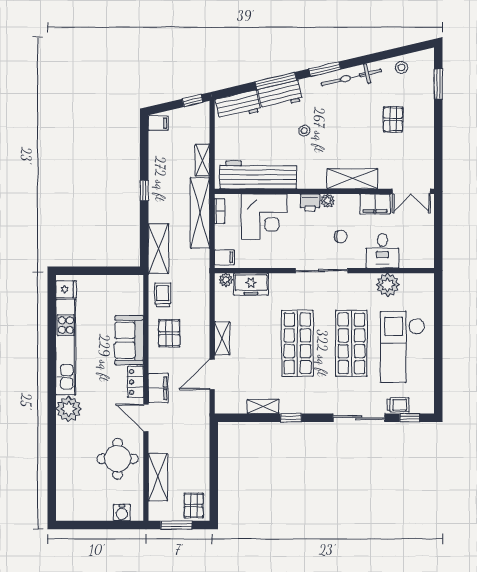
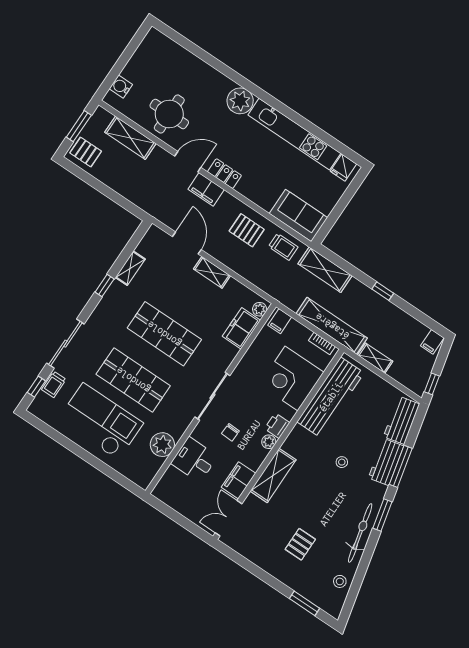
pallet: (393, 119) -> (300, 544), turned 90
sofa: (129, 340) -> (298, 216), moved

